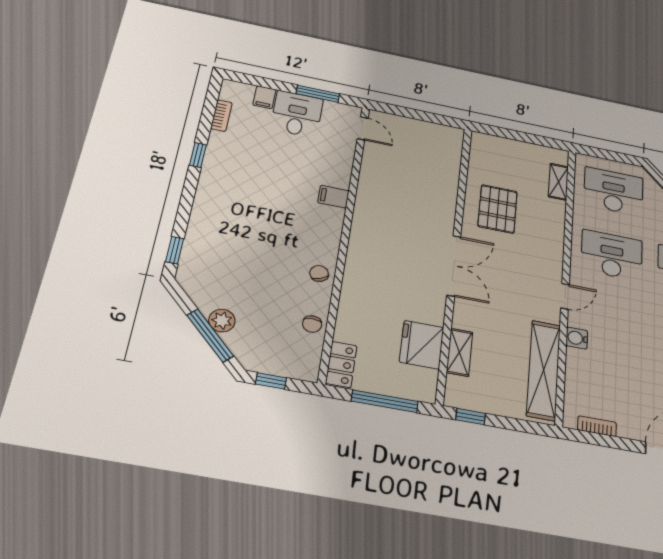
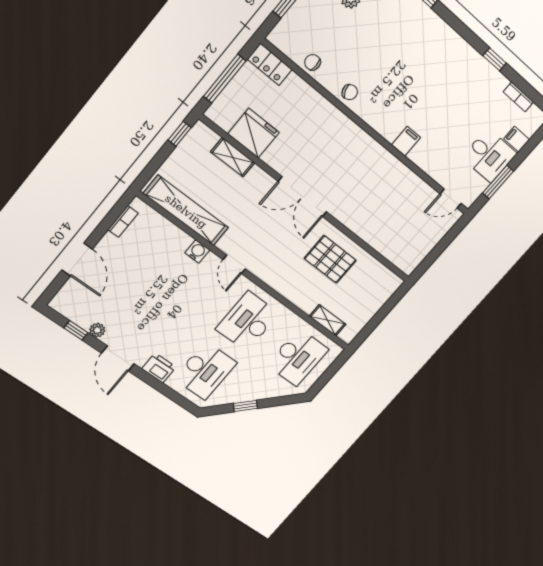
desk: (612, 255) -> (248, 321), turned 180

